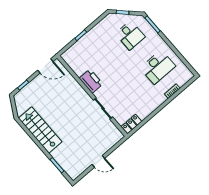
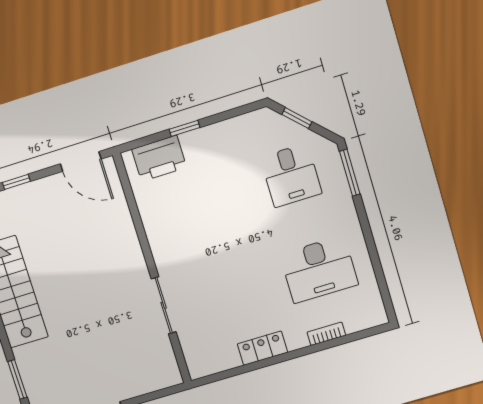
printer: (91, 81) -> (159, 158), moved, turned 90
locker: (132, 124) -> (262, 348), moved

